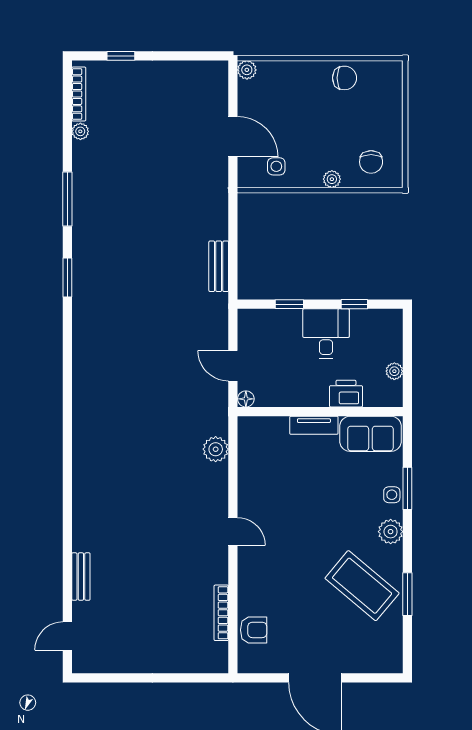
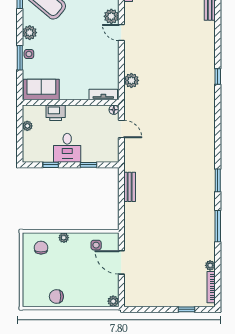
tv unit: (314, 425) -> (103, 94), moved
window: (67, 456) -> (218, 76), added
plant: (250, 559) -> (111, 16), added

